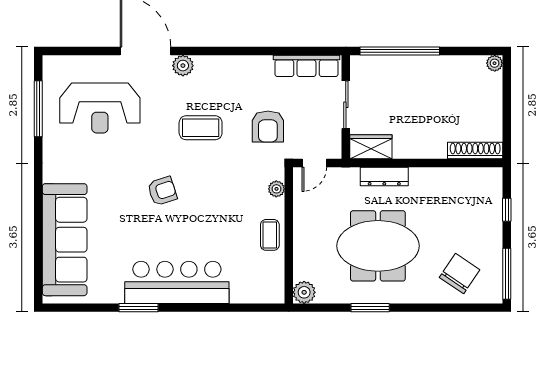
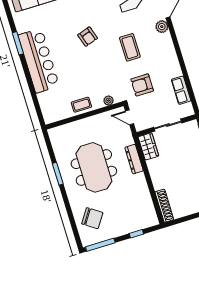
row of seats: (306, 66) -> (181, 90), width x0.68
plant: (304, 292) -> (55, 134), removed

